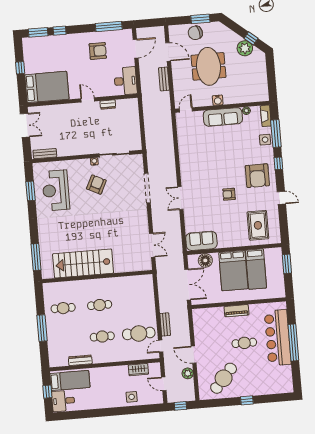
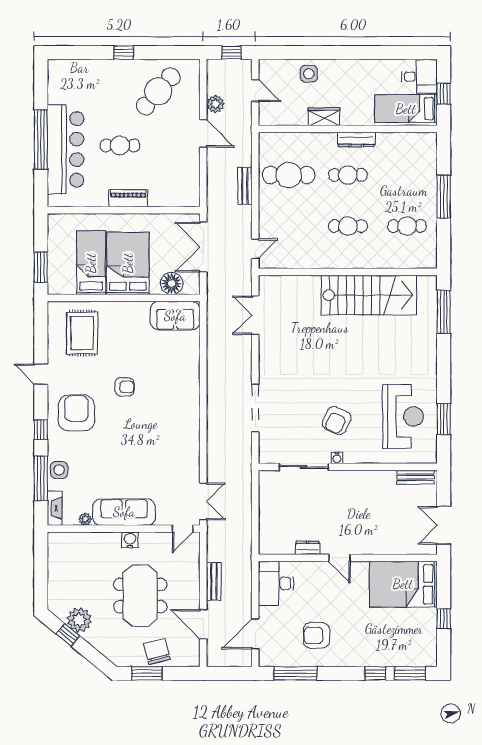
chair: (195, 33) -> (157, 652), turned -91
double door: (180, 198) -> (203, 501), moved
door: (161, 346) -> (255, 249), moved
dresser: (80, 360) -> (356, 140), moved
wardrobe: (138, 370) -> (324, 117), moved

